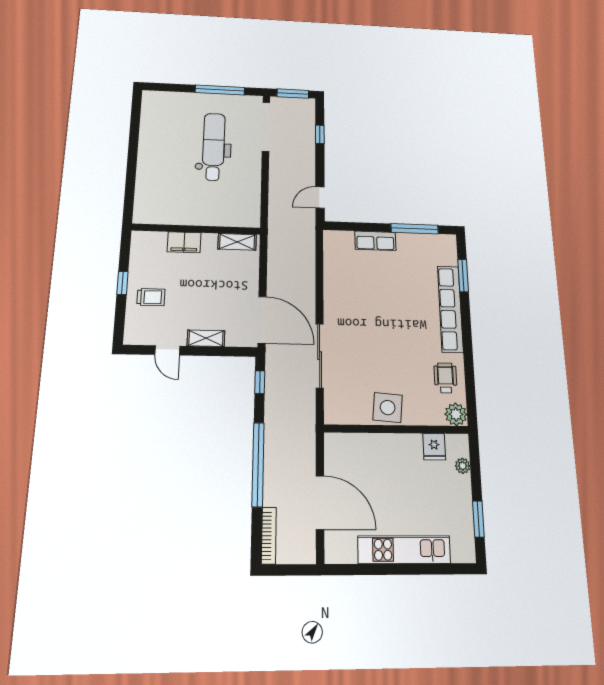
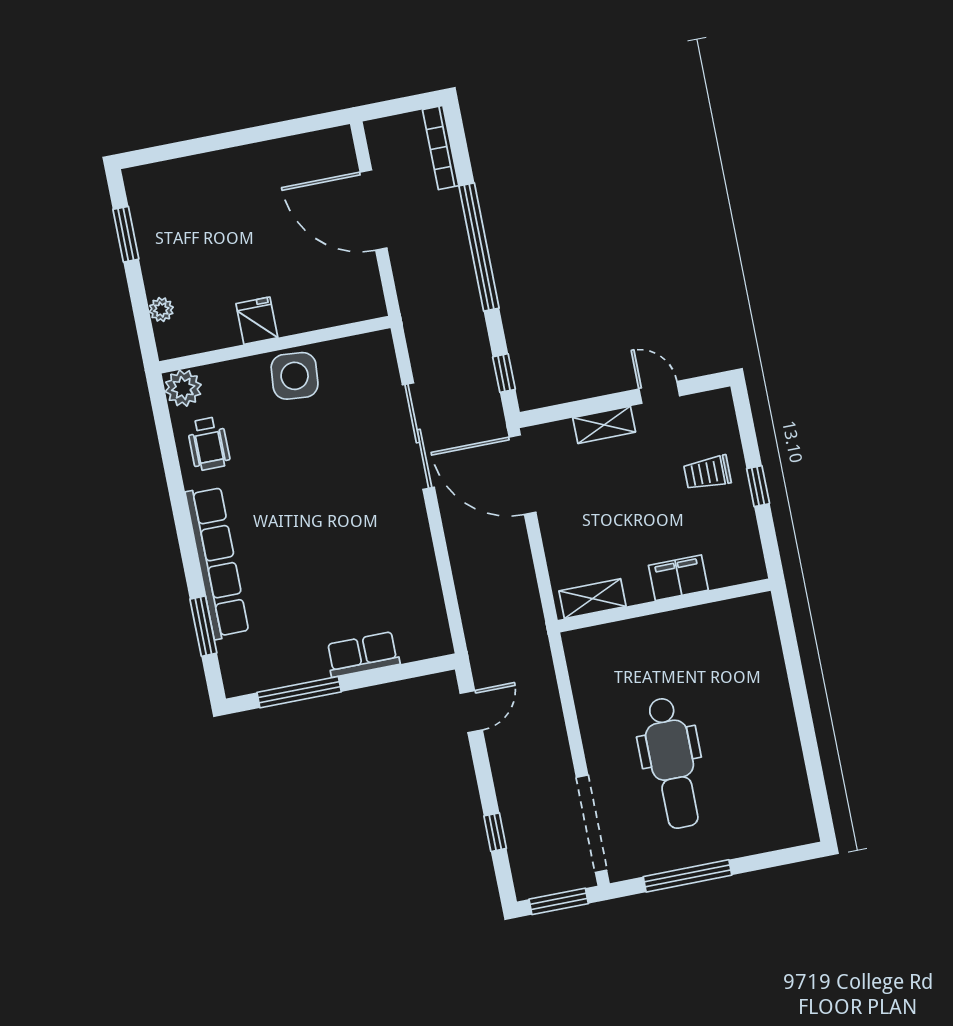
fridge: (434, 447) -> (257, 321), moved
kitchen unit: (404, 550) -> (234, 167), removed

